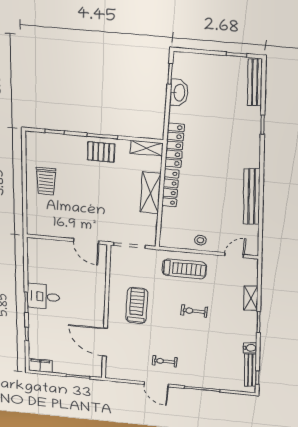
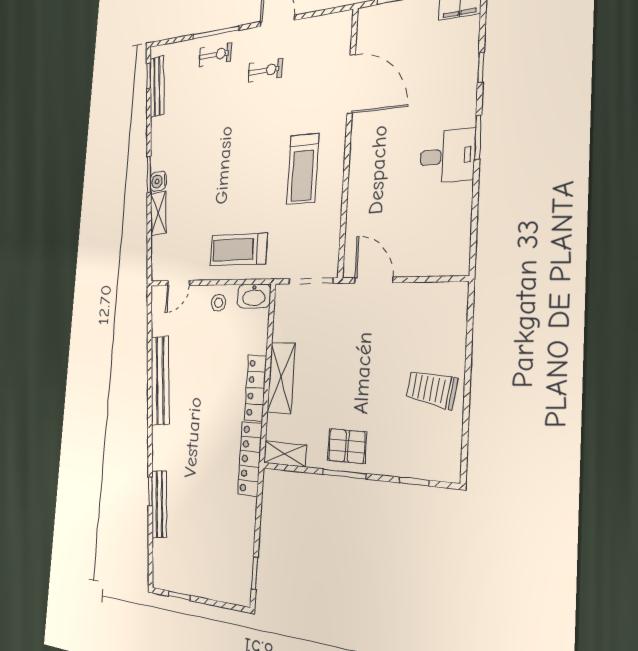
bench: (255, 83) -> (159, 504), moved
washbasin: (179, 93) -> (254, 296), moved, turned -90
trolley: (46, 181) -> (432, 389), turned -81
exercise bike: (194, 311) -> (215, 55), moved
water cooler: (250, 348) -> (158, 181), moved

